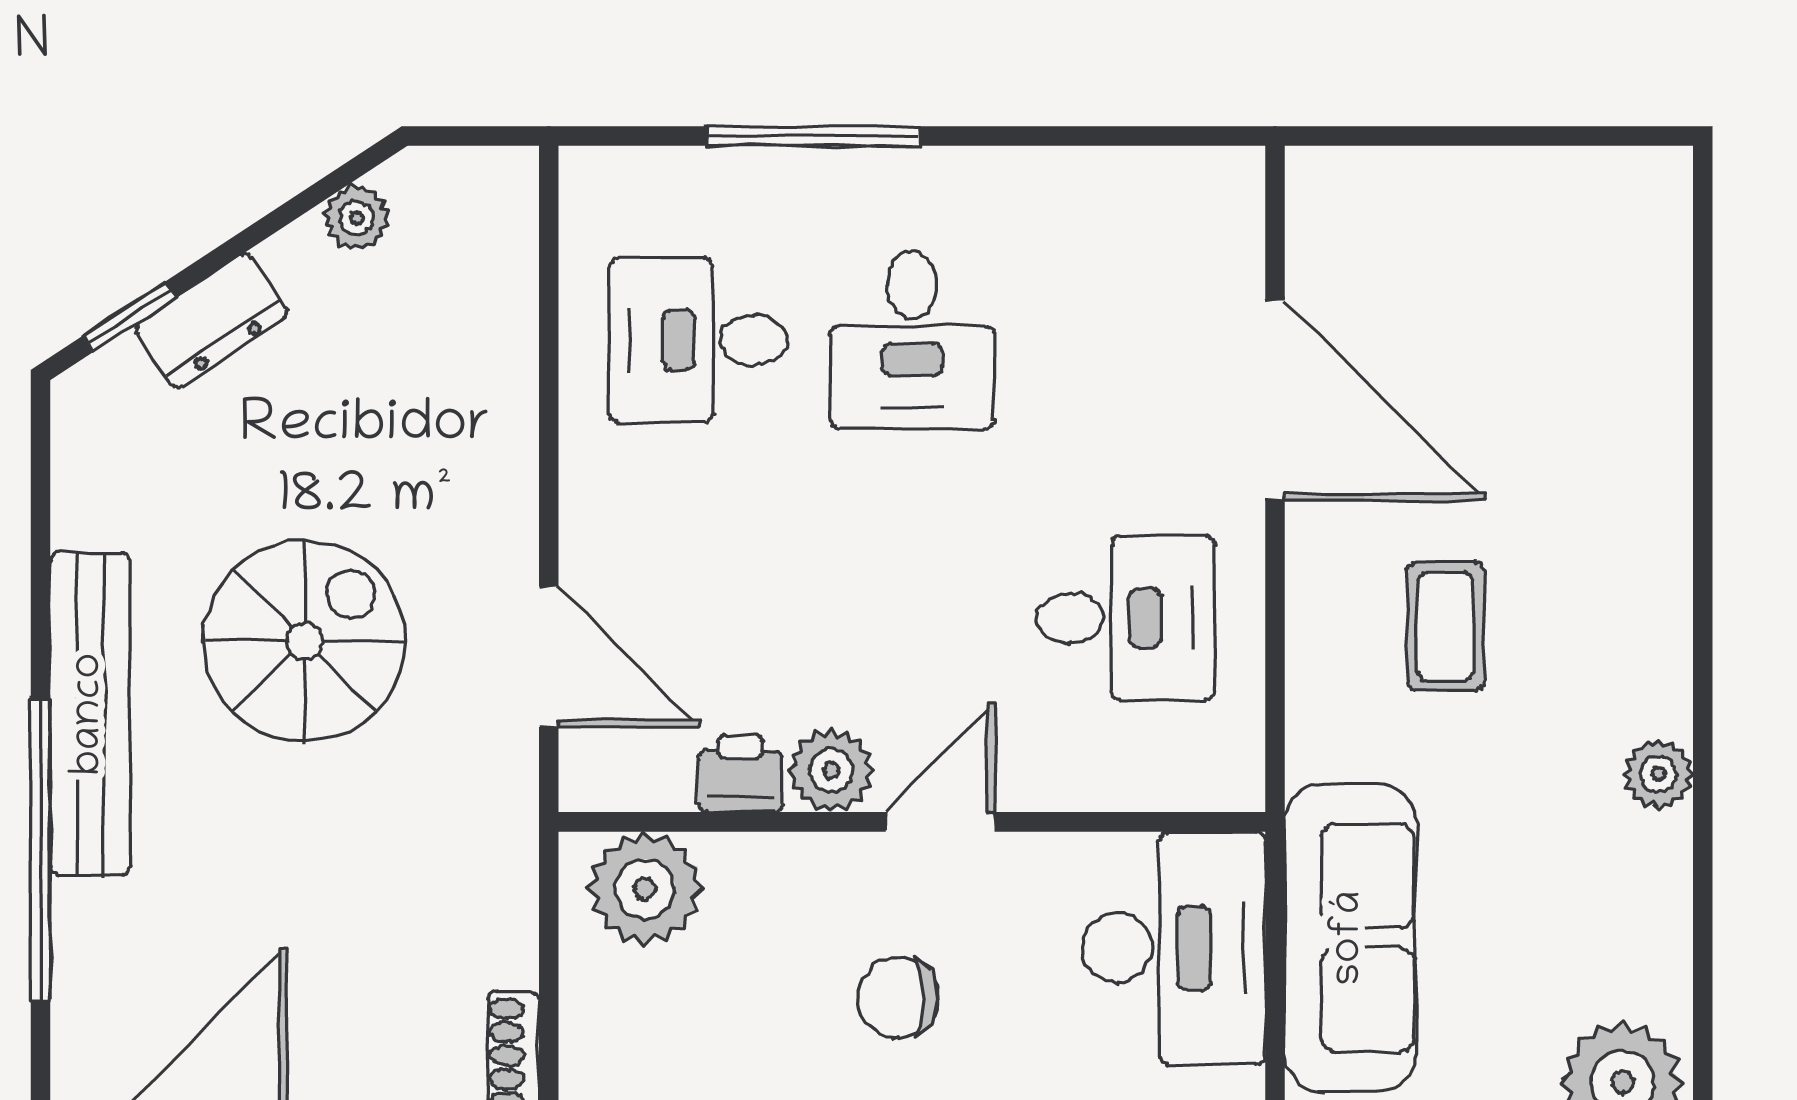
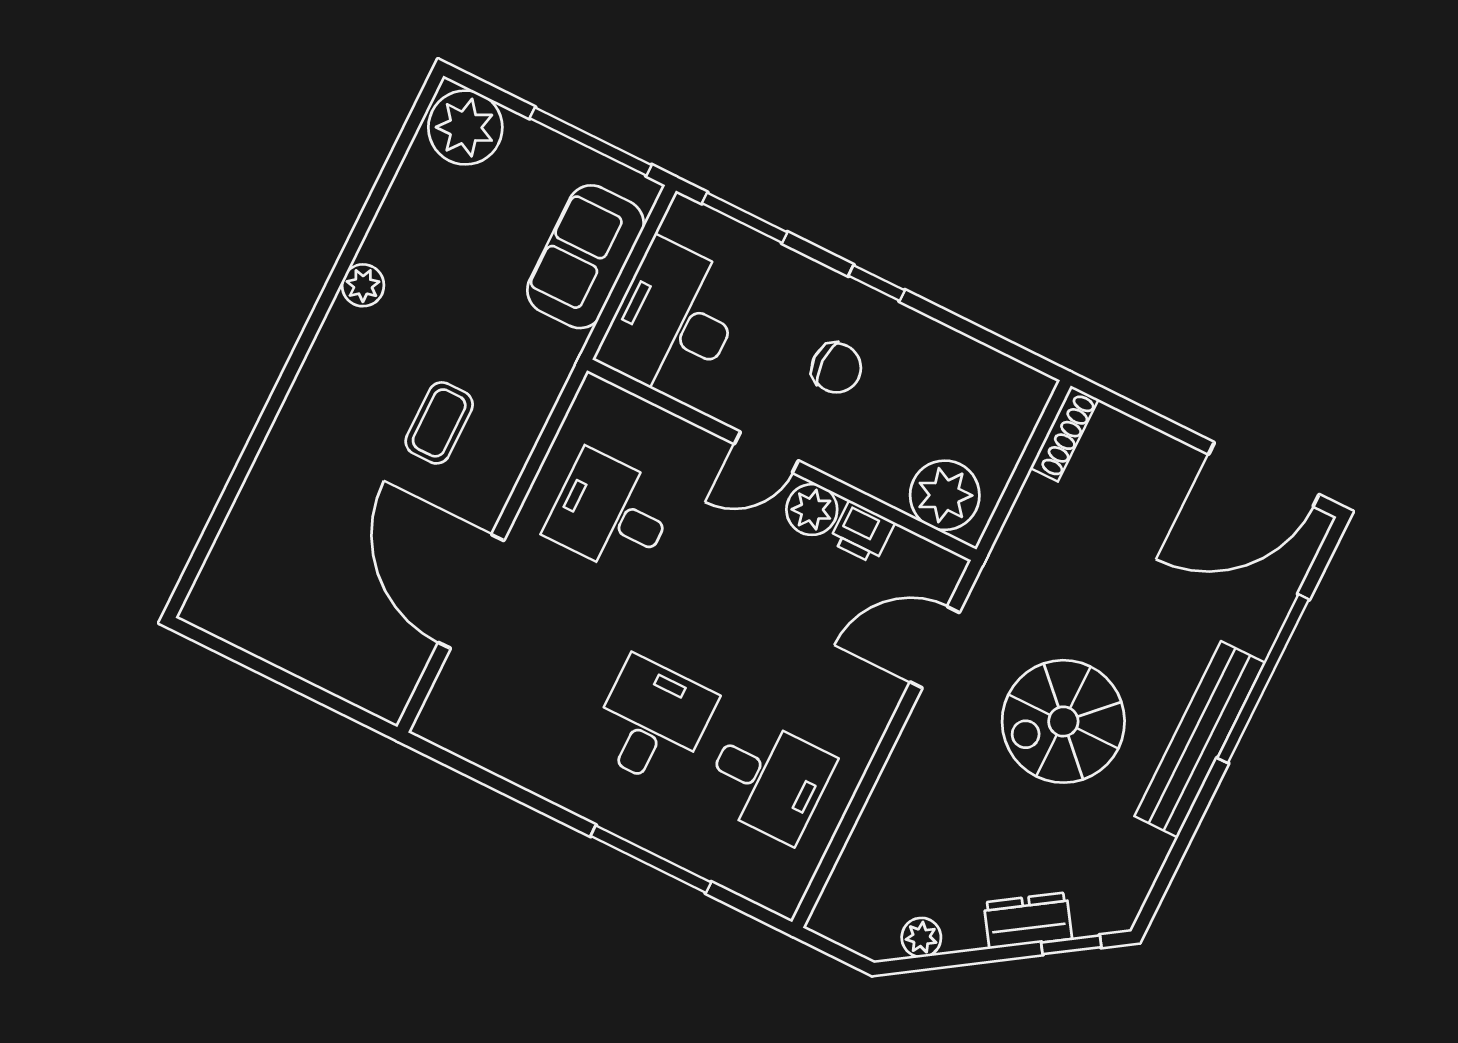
door: (549, 657) -> (935, 647), hinge flipped
sofa: (1350, 938) -> (586, 257), width x0.73

